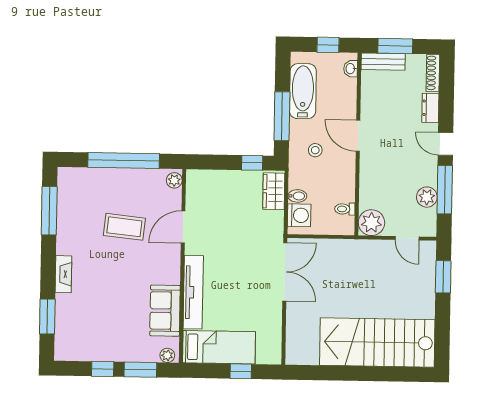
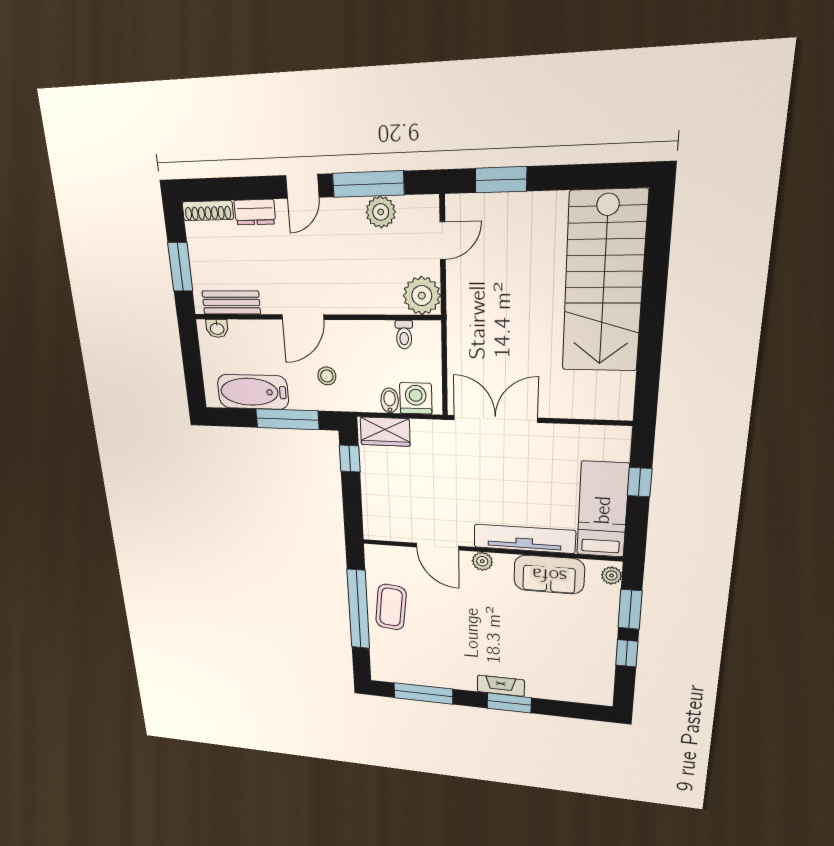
window: (328, 45) -> (192, 359), removed
bench: (383, 62) -> (231, 302), moved, turned 90
plant: (174, 180) -> (482, 561), moved
coffee table: (124, 227) -> (391, 607), moved
window: (47, 316) -> (509, 703), moved

